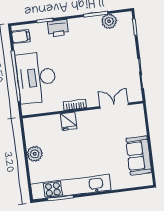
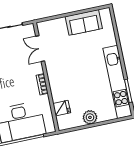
fridge: (69, 121) -> (62, 108), moved

